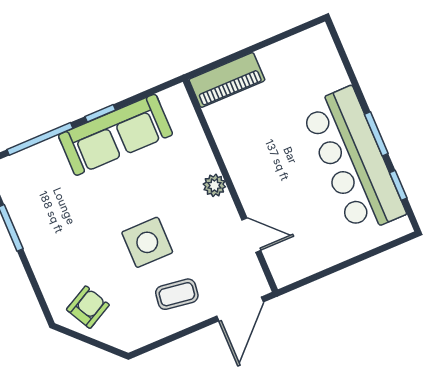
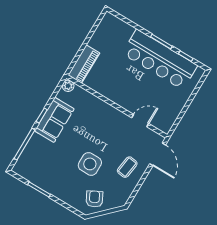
sofa: (115, 135) -> (54, 120), width x0.73
plant: (214, 185) -> (68, 86), moved
side table: (147, 242) -> (90, 164), moved

